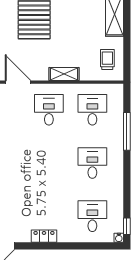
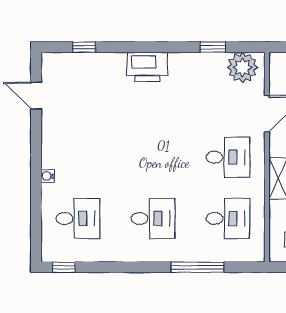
locker: (44, 236) -> (50, 150), removed
water cooler: (119, 238) -> (48, 176), moved

